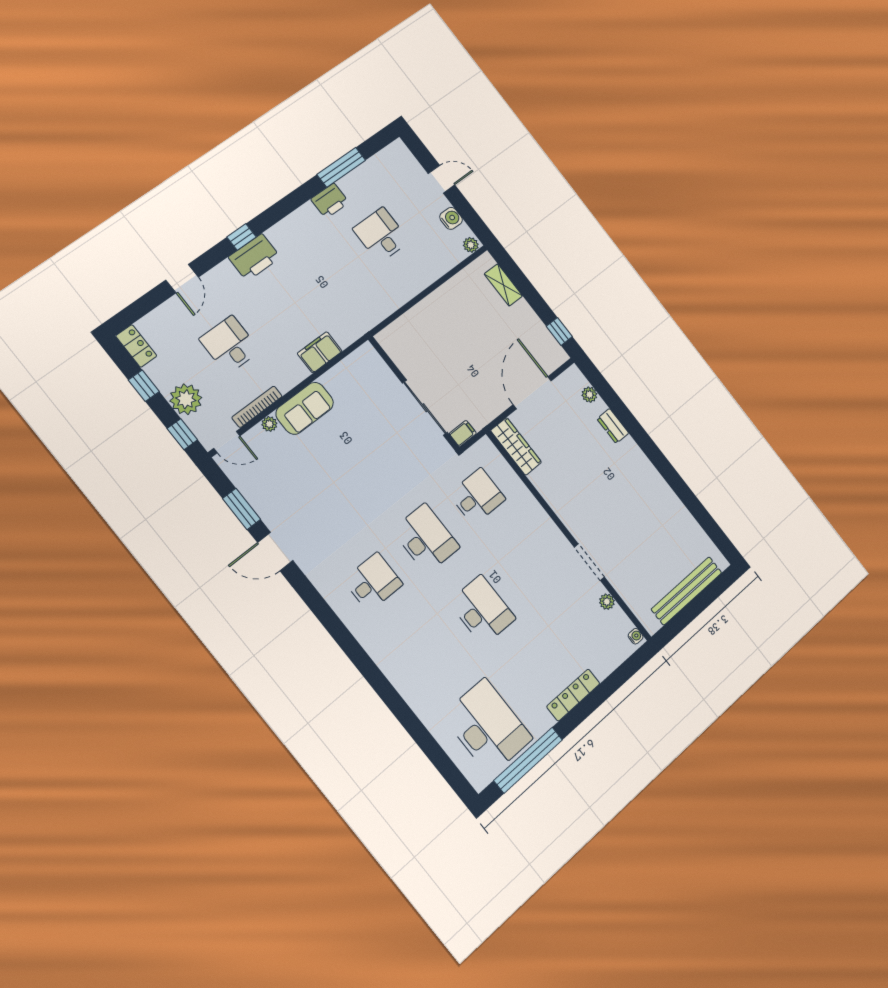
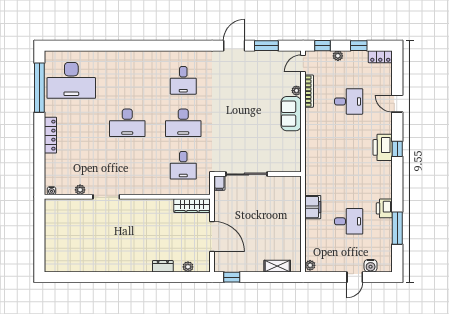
water cooler: (451, 218) -> (371, 266), moved
filing cabinet: (320, 352) -> (313, 207), moved
plant: (186, 399) -> (338, 56), width x0.53, depth x0.53
bench: (687, 591) -> (51, 237), removed

